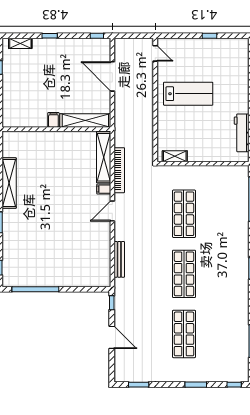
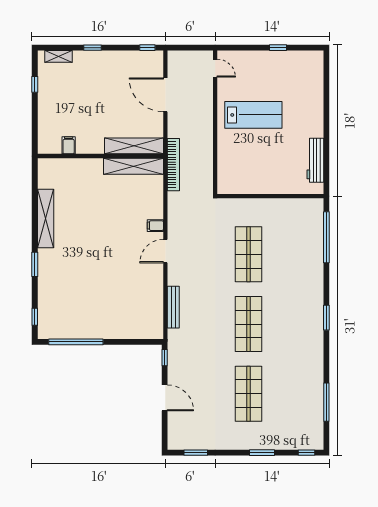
filing cabinet: (53, 120) -> (69, 145), moved
shelving: (175, 156) -> (238, 188), removed
shelving: (104, 157) -> (133, 166), moved, turned 90
bookcase: (119, 170) -> (173, 165), moved

